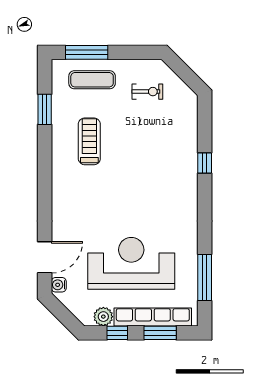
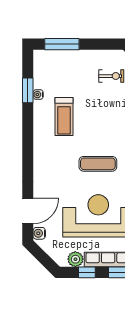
exercise mat: (92, 80) -> (98, 164), moved
water cooler: (57, 114) -> (38, 95), added
treadmill: (89, 141) -> (64, 117), turned 180

